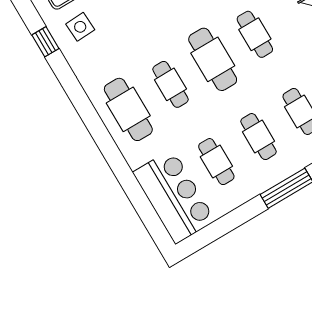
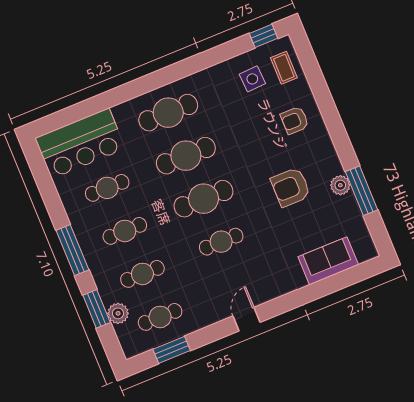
window: (45, 42) -> (264, 36), moved
cafe table: (170, 84) -> (186, 156), width x1.37, depth x1.35

